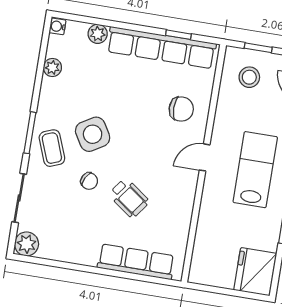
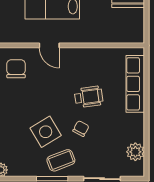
wheelchair: (129, 198) -> (89, 97), turned 46
plant: (27, 244) -> (135, 152), moved

